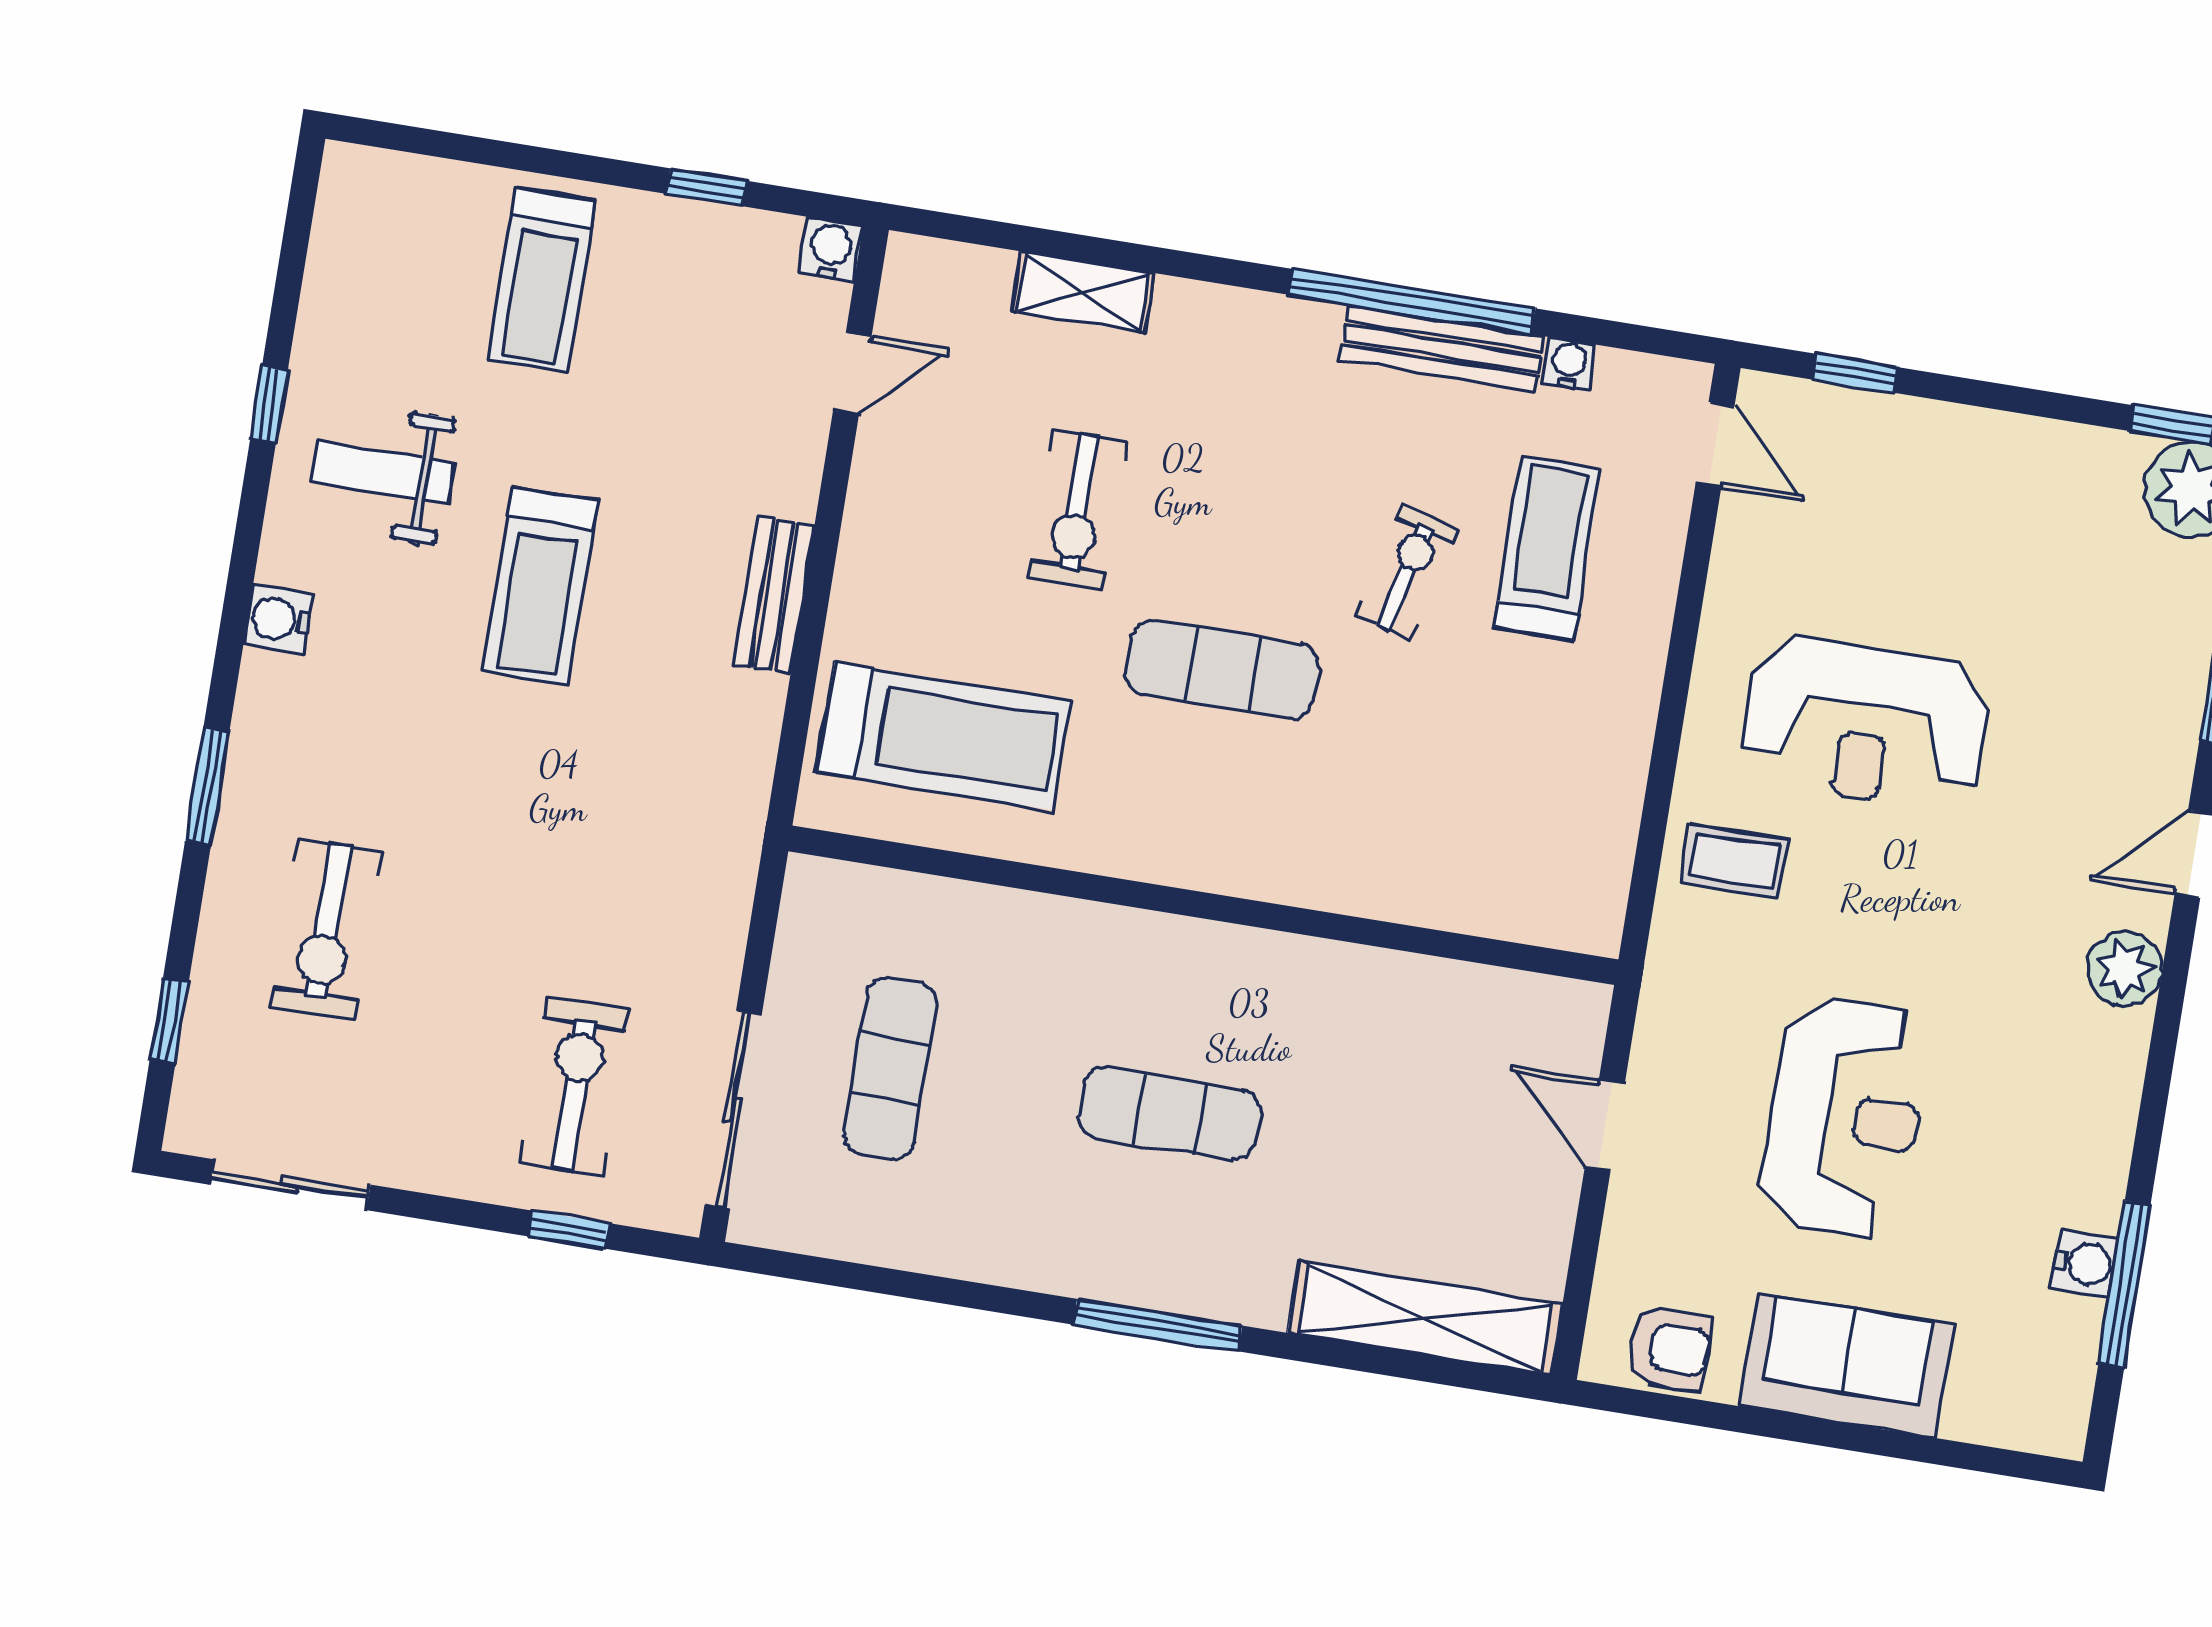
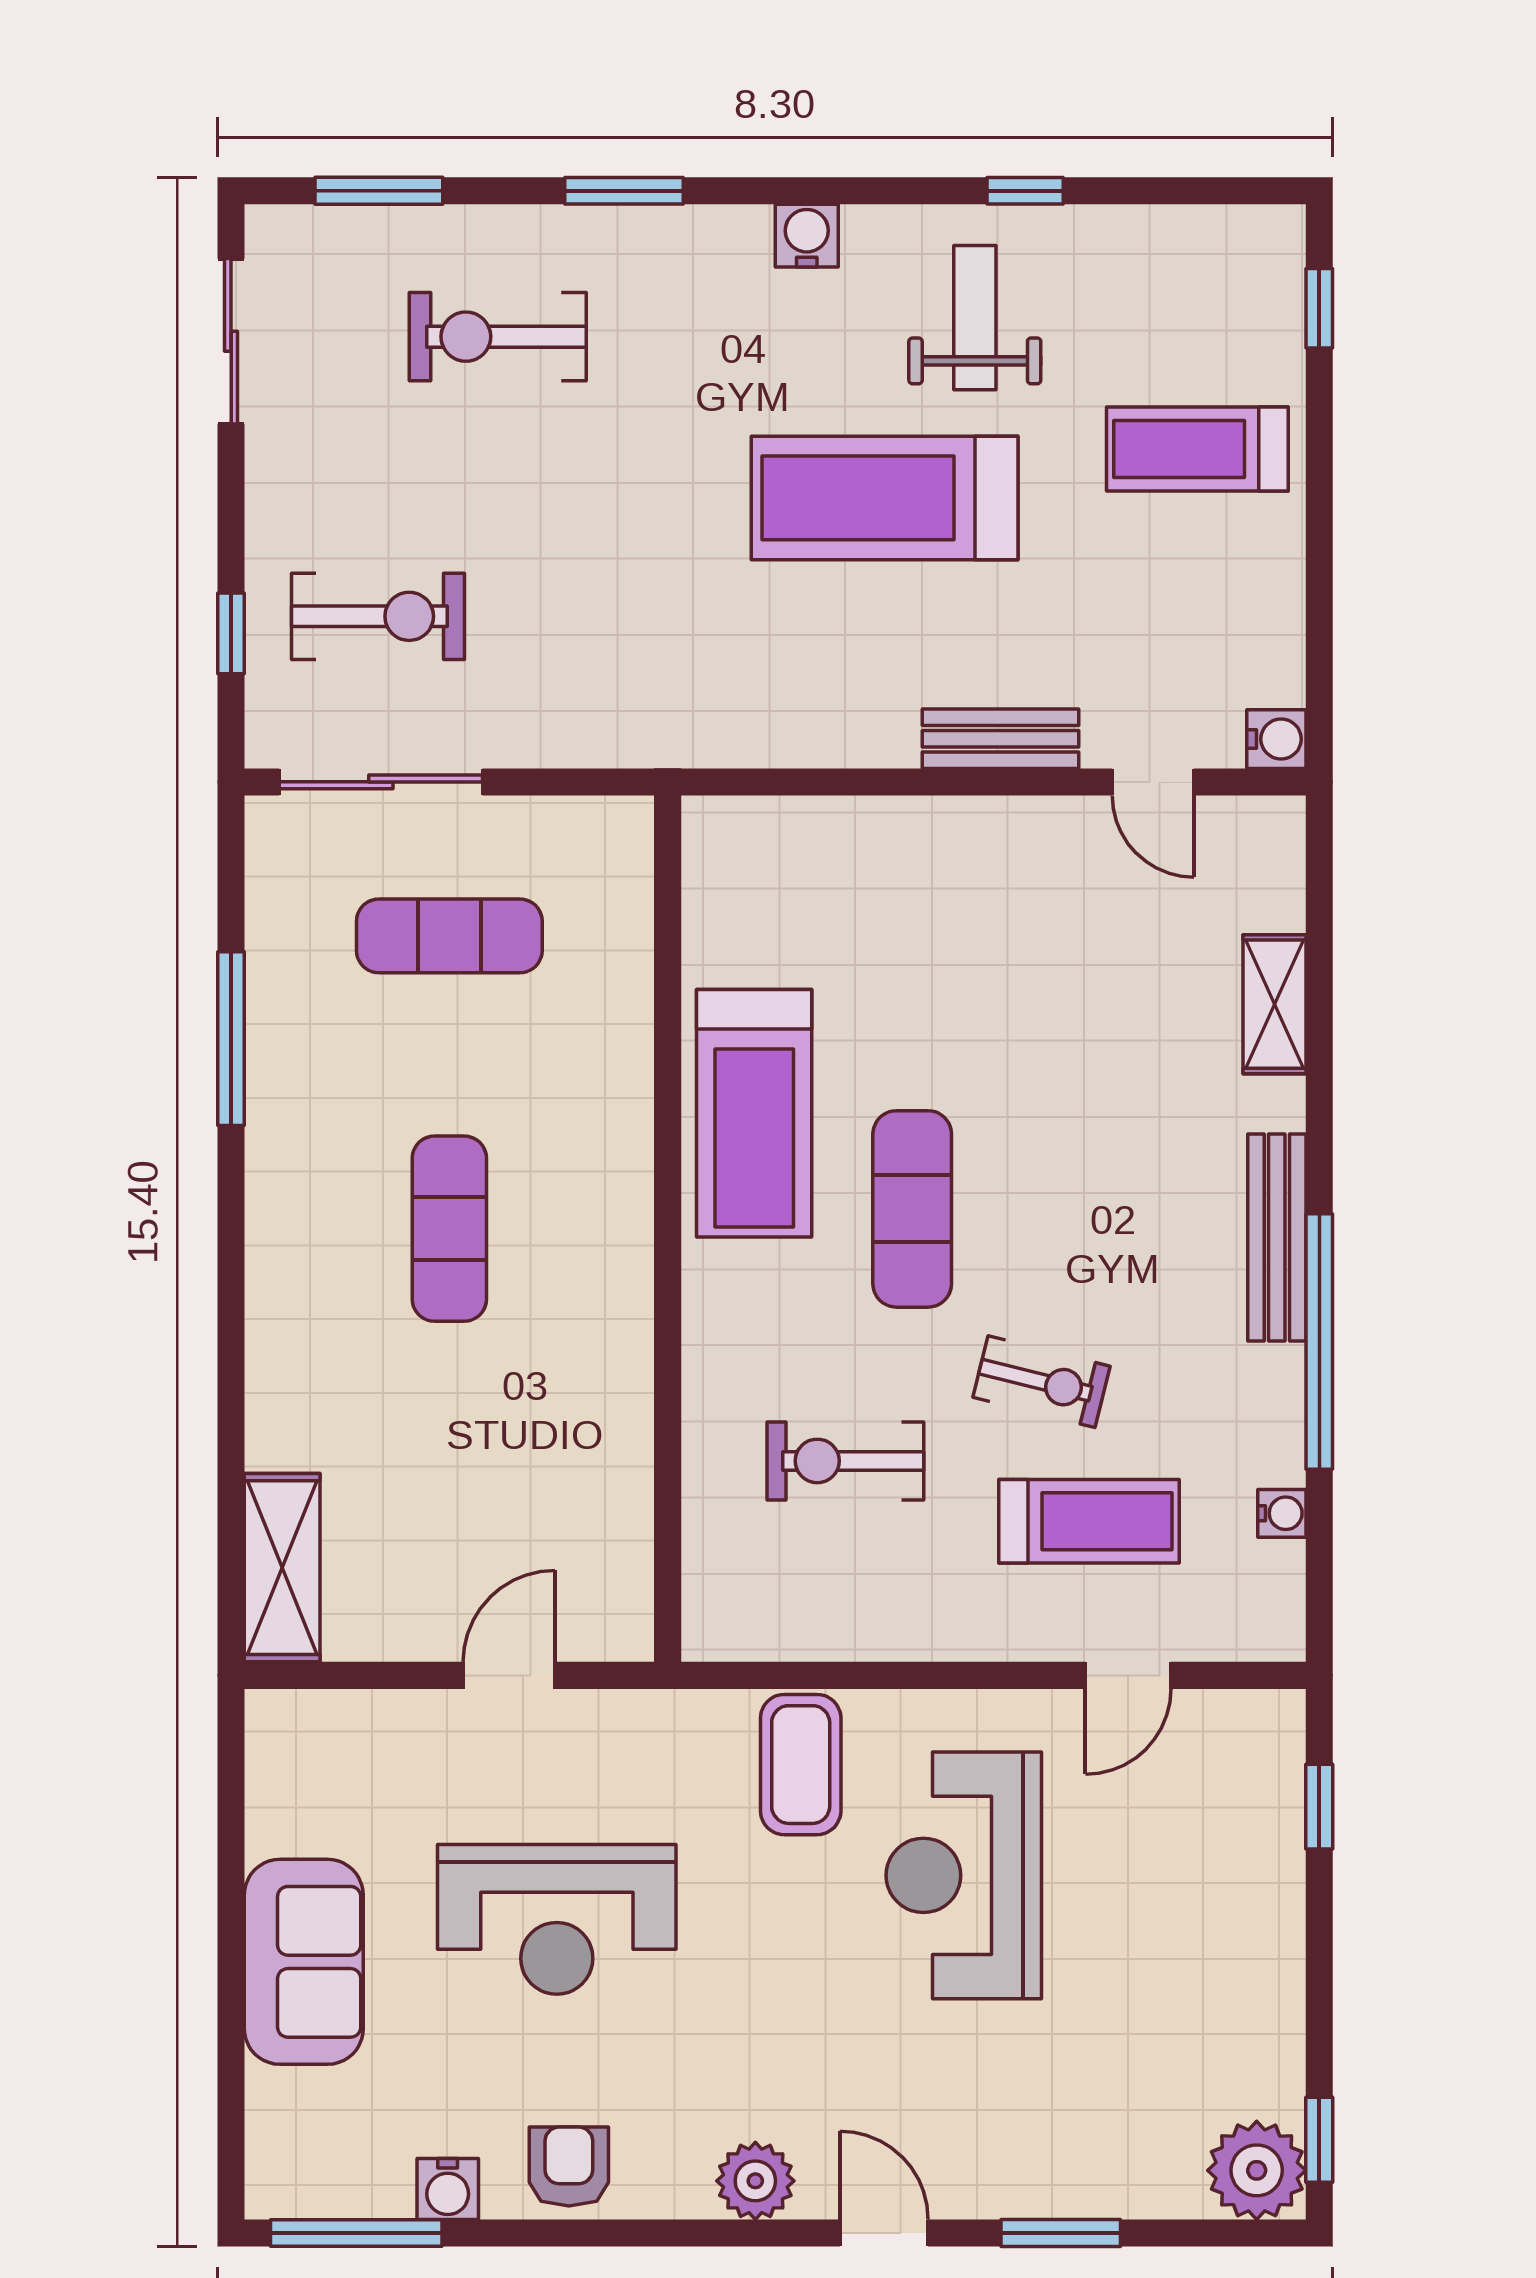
window: (706, 187) -> (1319, 308), moved
bench: (1442, 348) -> (1277, 1237), moved
door: (1715, 445) -> (1128, 1675), moved
exercise bike: (1078, 509) -> (845, 1461), moved
treadmill: (540, 586) -> (885, 498), width x1.37, depth x1.38
bench: (774, 595) -> (1000, 739), moved
treadmill: (944, 736) -> (754, 1113), moved
coffee table: (1735, 861) -> (801, 1765), width x1.36, depth x1.30
window: (169, 1020) -> (379, 191), width x1.50
window: (2124, 1284) -> (356, 2233), moved
shelving: (1425, 1318) -> (282, 1568), width x0.68
window: (1158, 1325) -> (231, 1039), moved
armchair: (1669, 1348) -> (569, 2166), moved, turned 180

